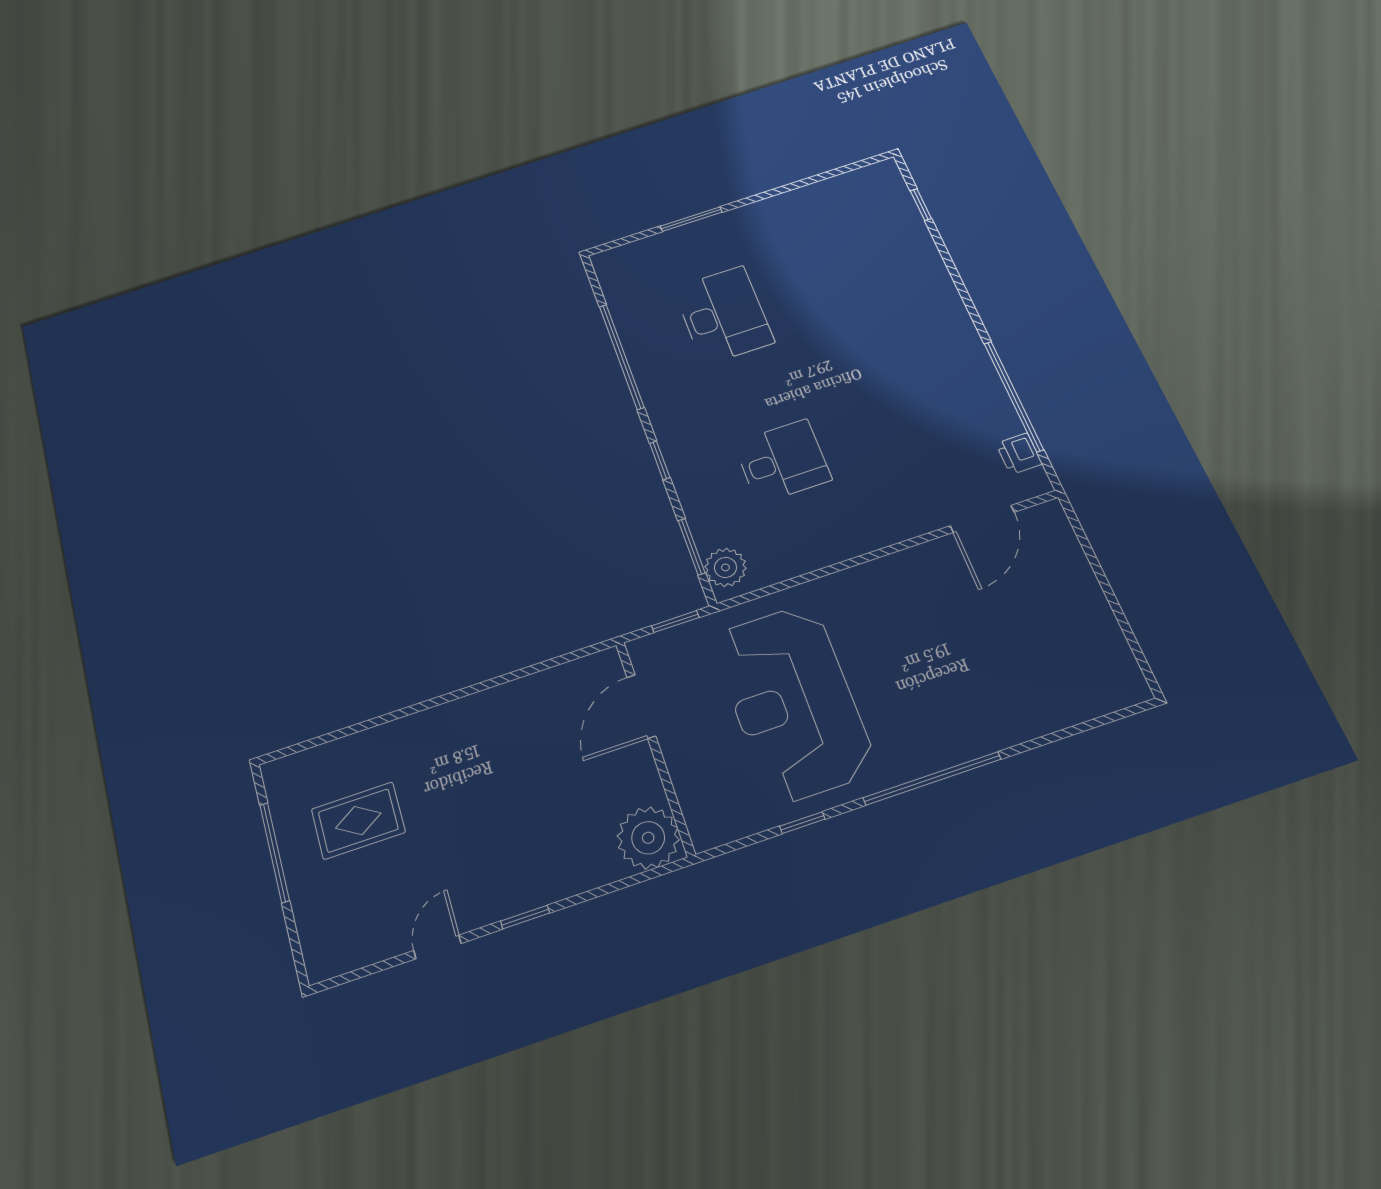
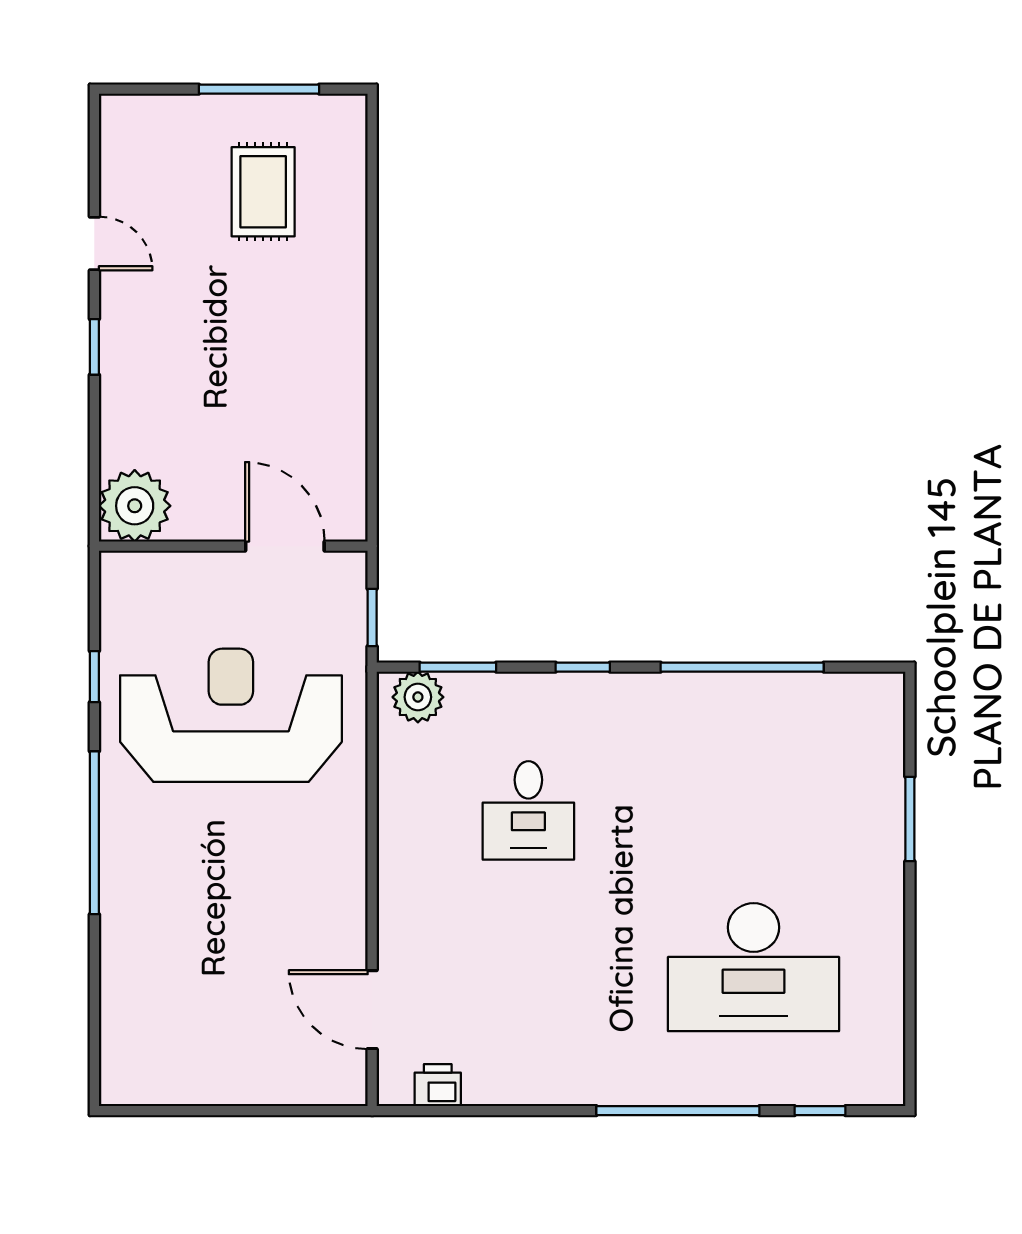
desk: (723, 315) -> (754, 967), moved, width x1.36, depth x1.30
window: (1014, 396) -> (678, 1111), moved

